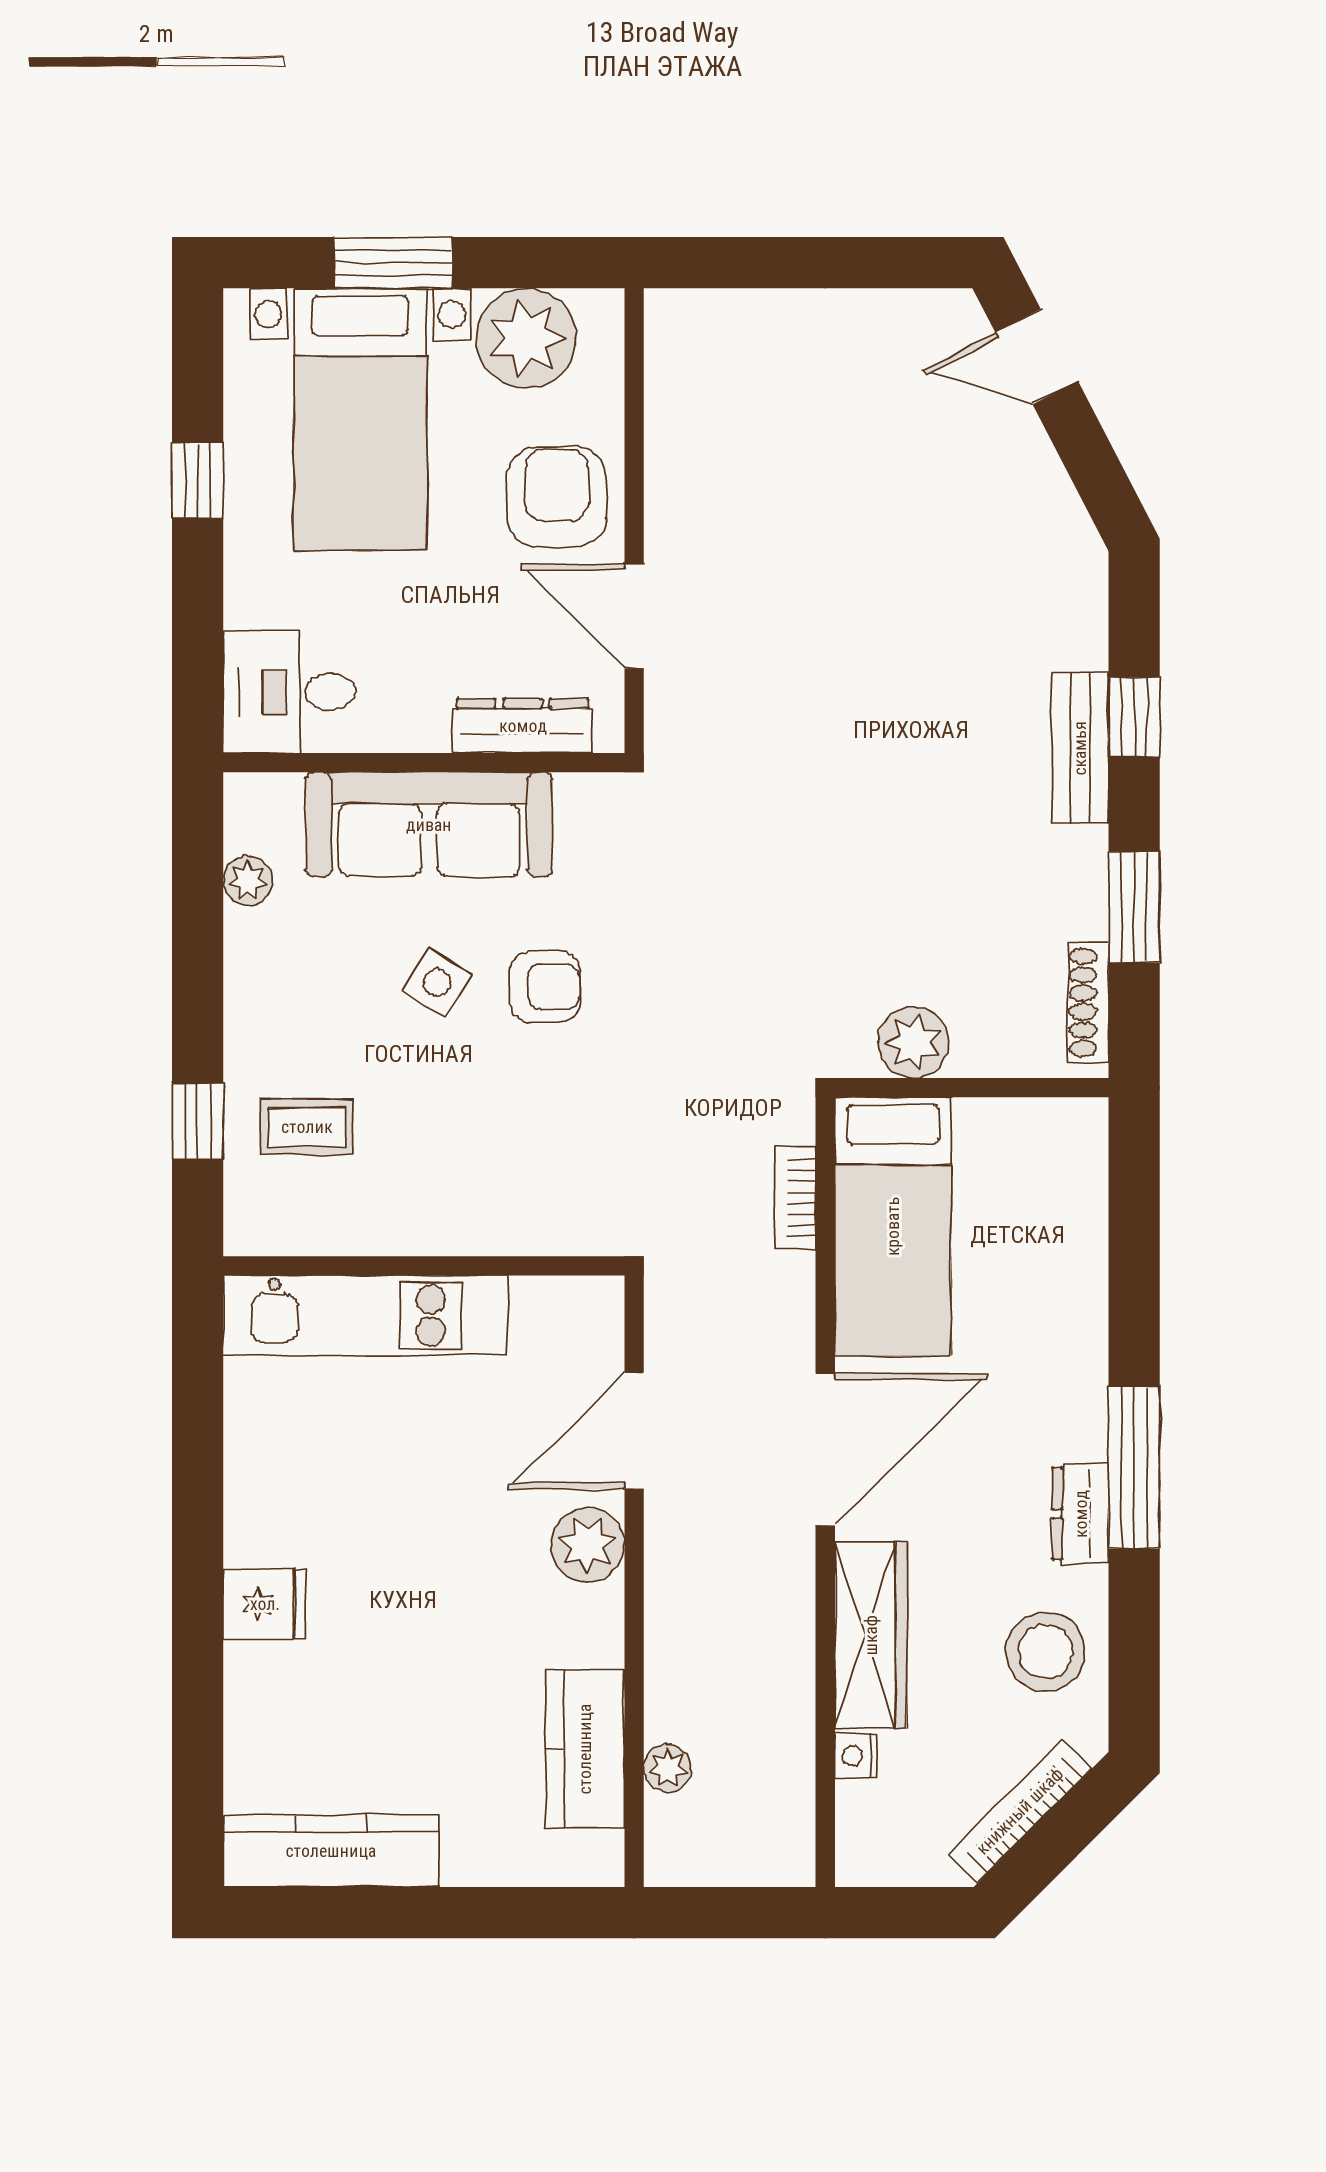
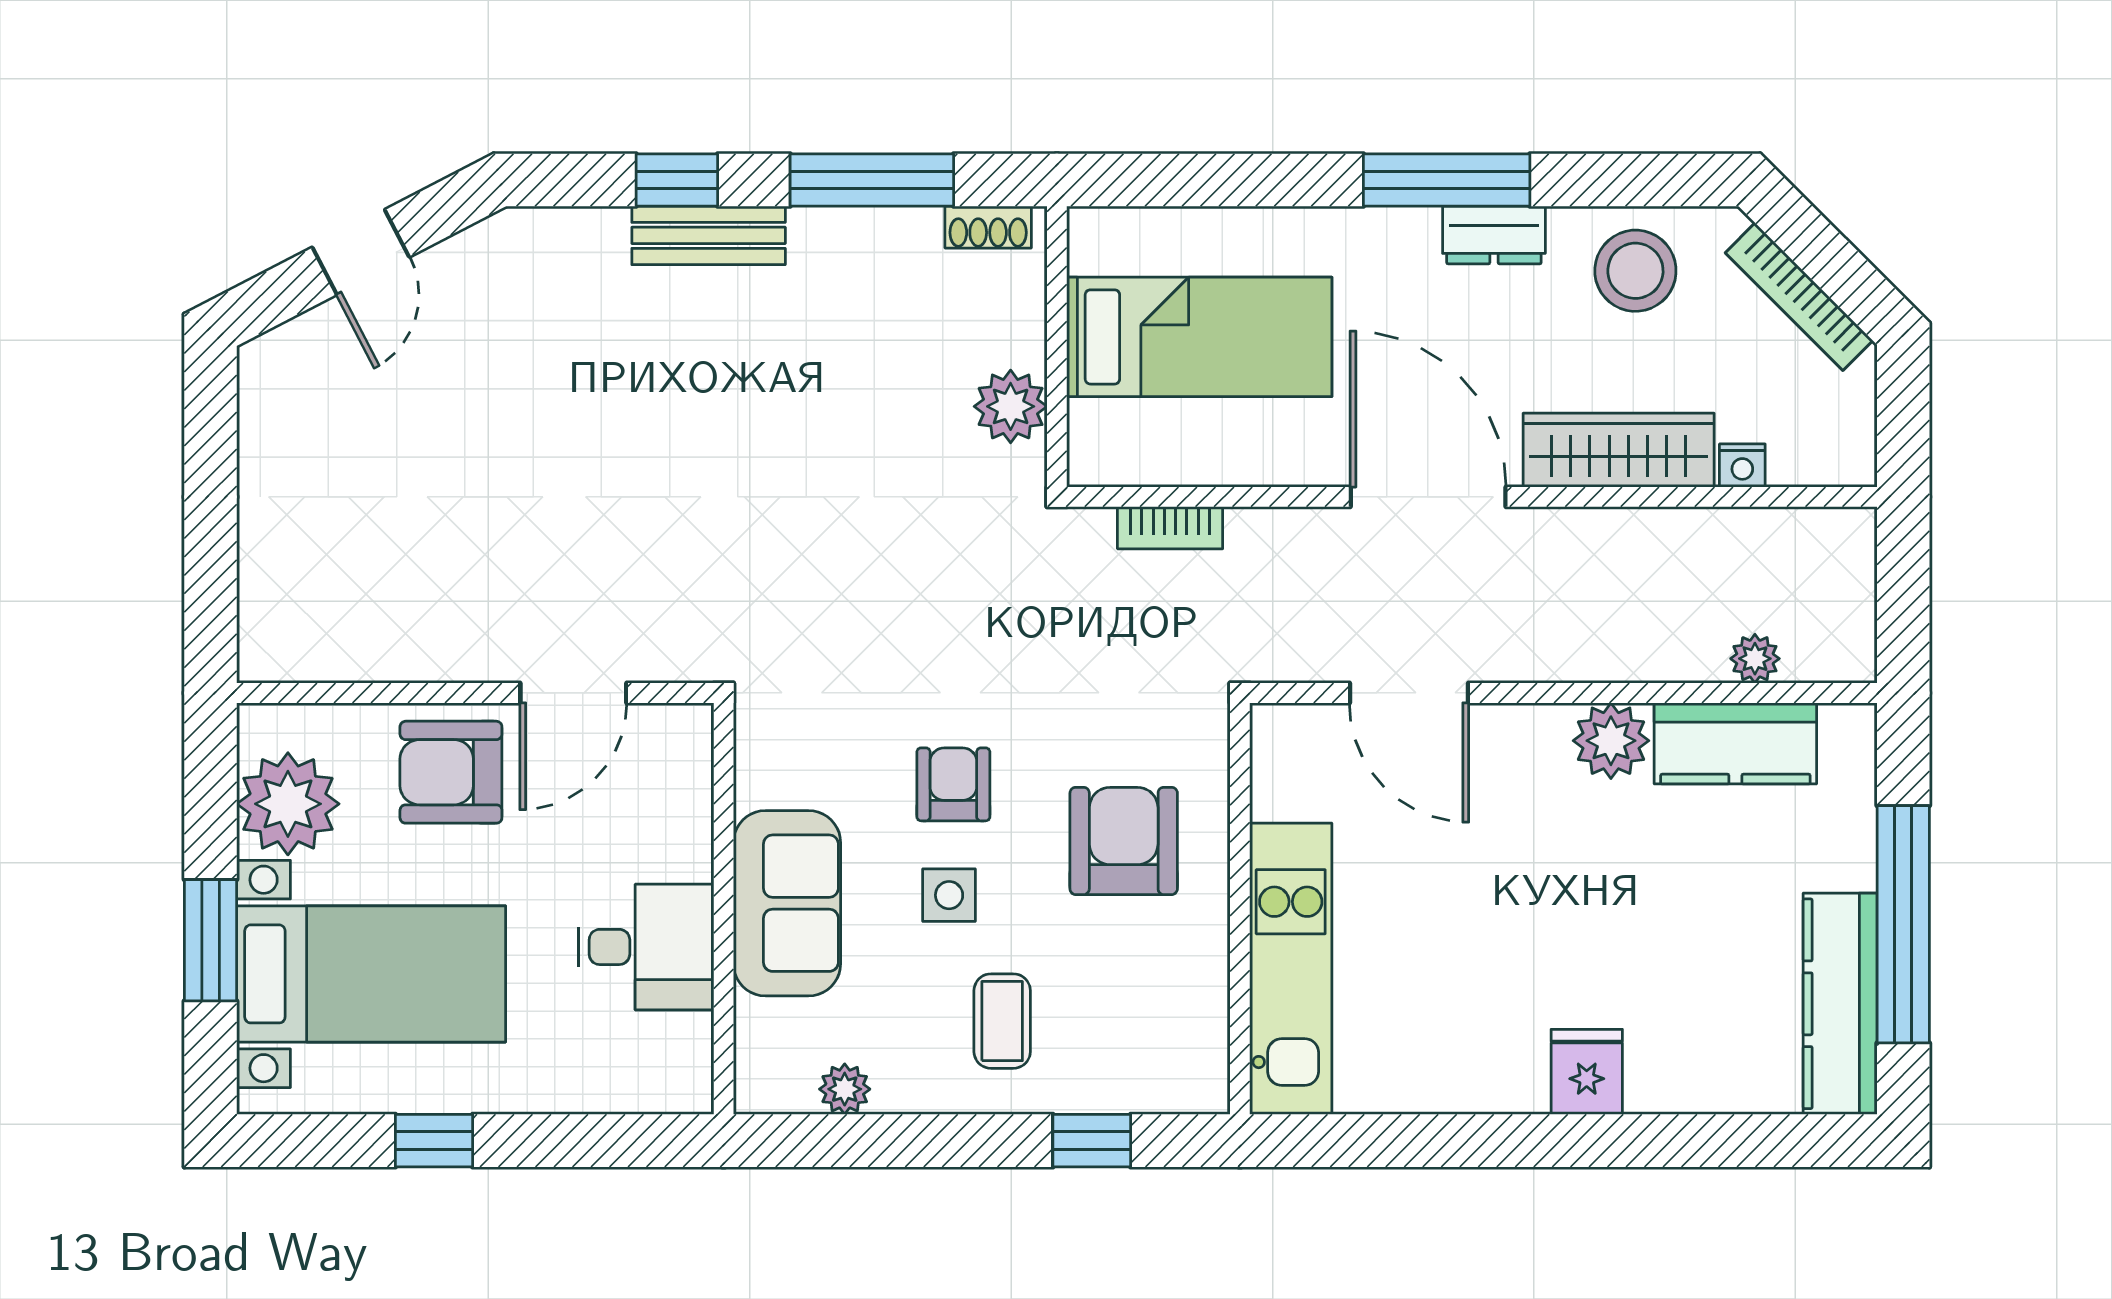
door: (1037, 357) -> (361, 252), moved
desk: (289, 692) -> (646, 947), moved, turned -90
dresser: (523, 726) -> (686, 807), removed
sofa: (429, 825) -> (787, 903), width x0.73
window: (1134, 907) -> (872, 180), width x1.44
side table: (437, 982) -> (949, 895), turned -32
shoe rack: (1088, 1003) -> (988, 227), width x0.70
coffee table: (307, 1127) -> (1002, 1021), moved
armchair: (490, 1153) -> (1124, 841), added
bed: (893, 1226) -> (1199, 337), moved
plant: (588, 1545) -> (1611, 741), moved
window: (409, 1913) -> (1903, 924), added

